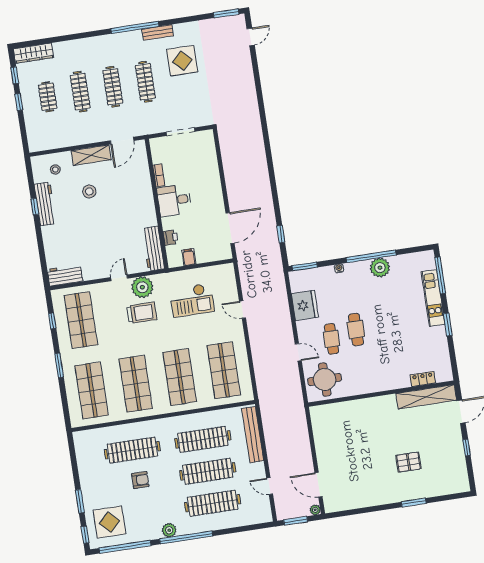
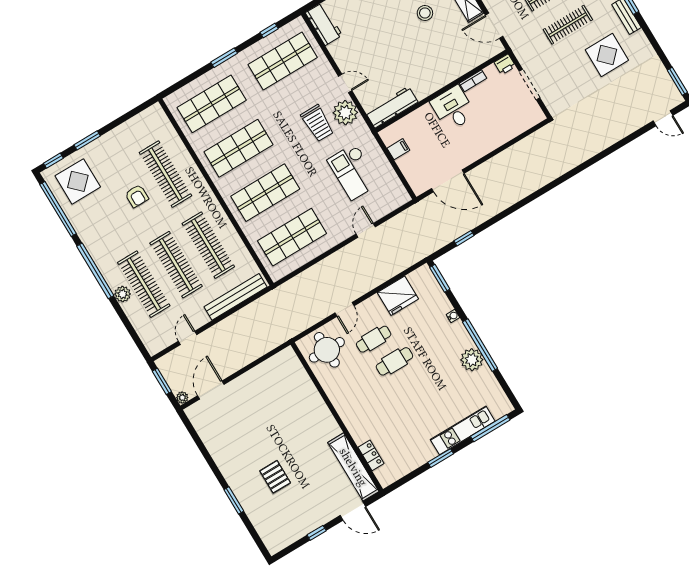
printer: (170, 237) -> (505, 64), moved
plant: (169, 530) -> (123, 294), moved

